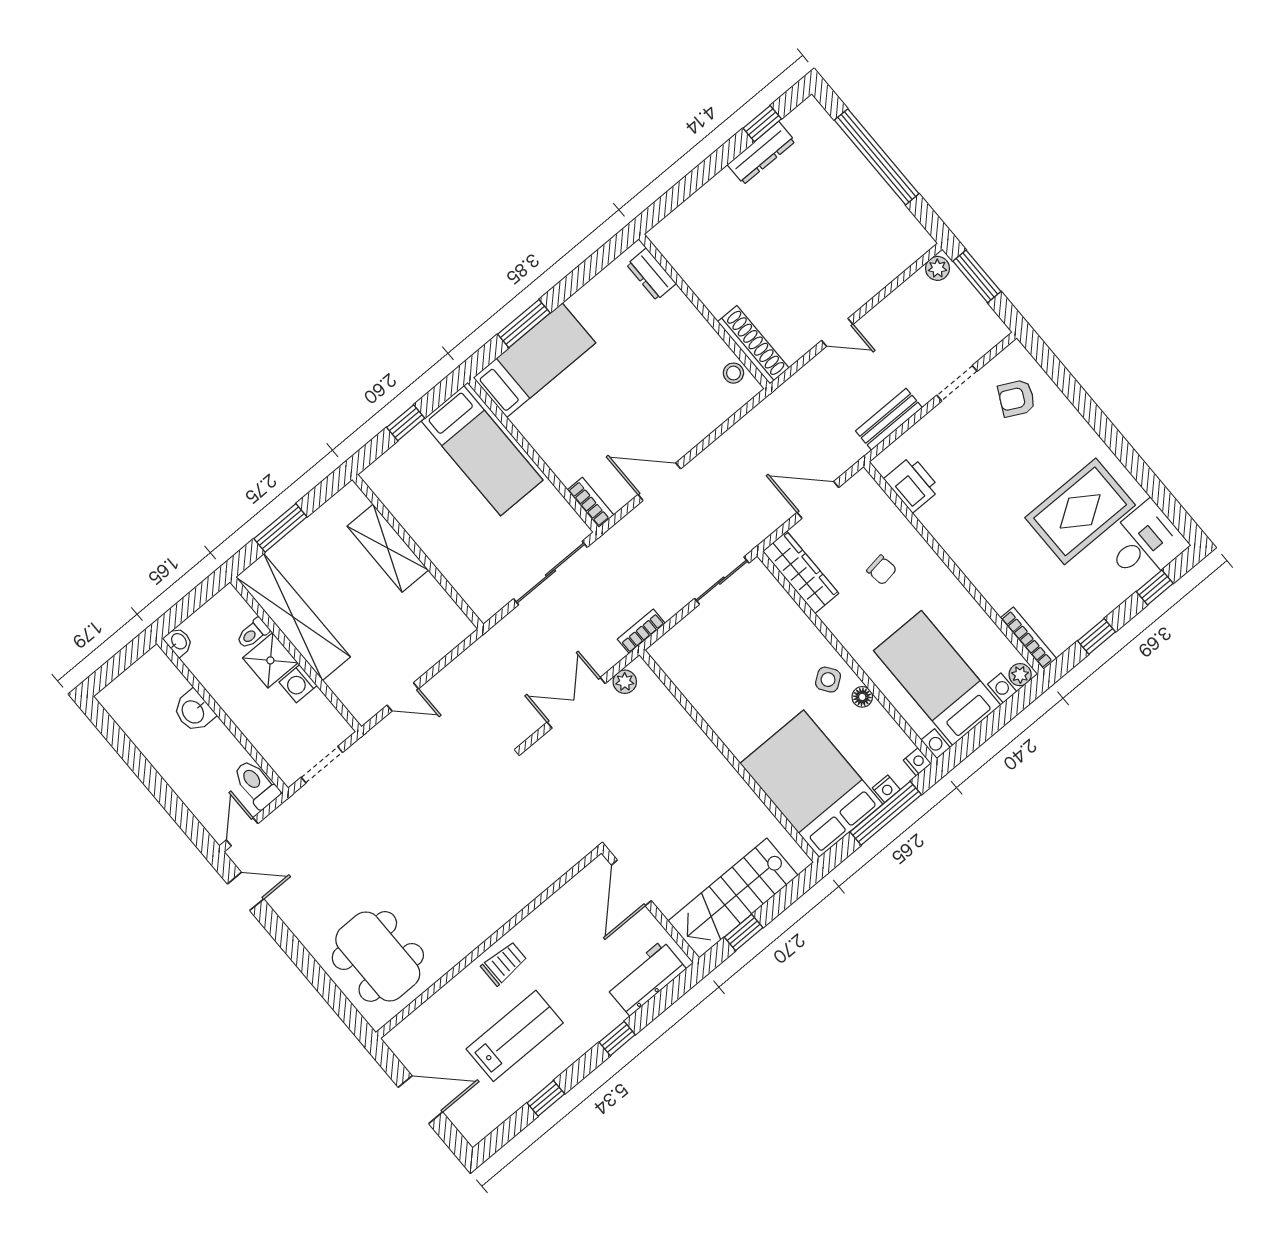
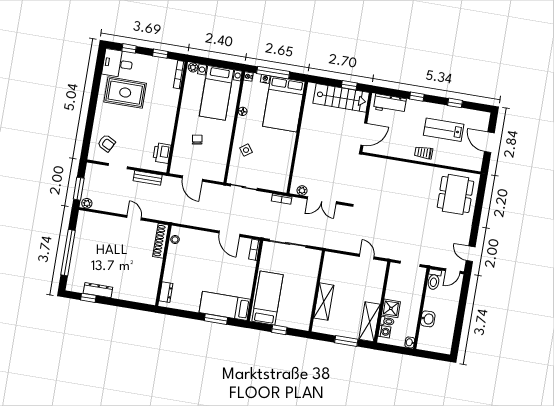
wardrobe: (801, 572) -> (220, 164), removed
shelving: (293, 617) -> (370, 322), width x0.68
side table: (828, 680) -> (246, 150), moved
washing machine: (298, 684) -> (384, 332), moved

